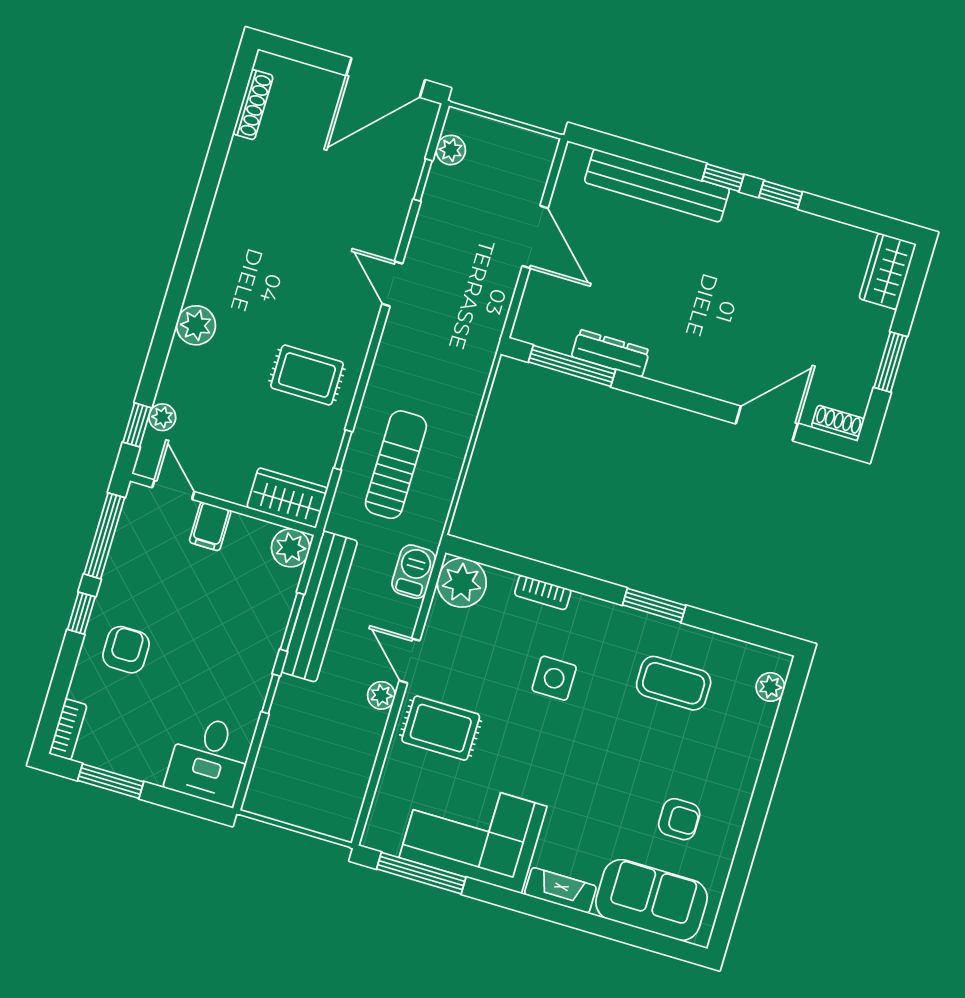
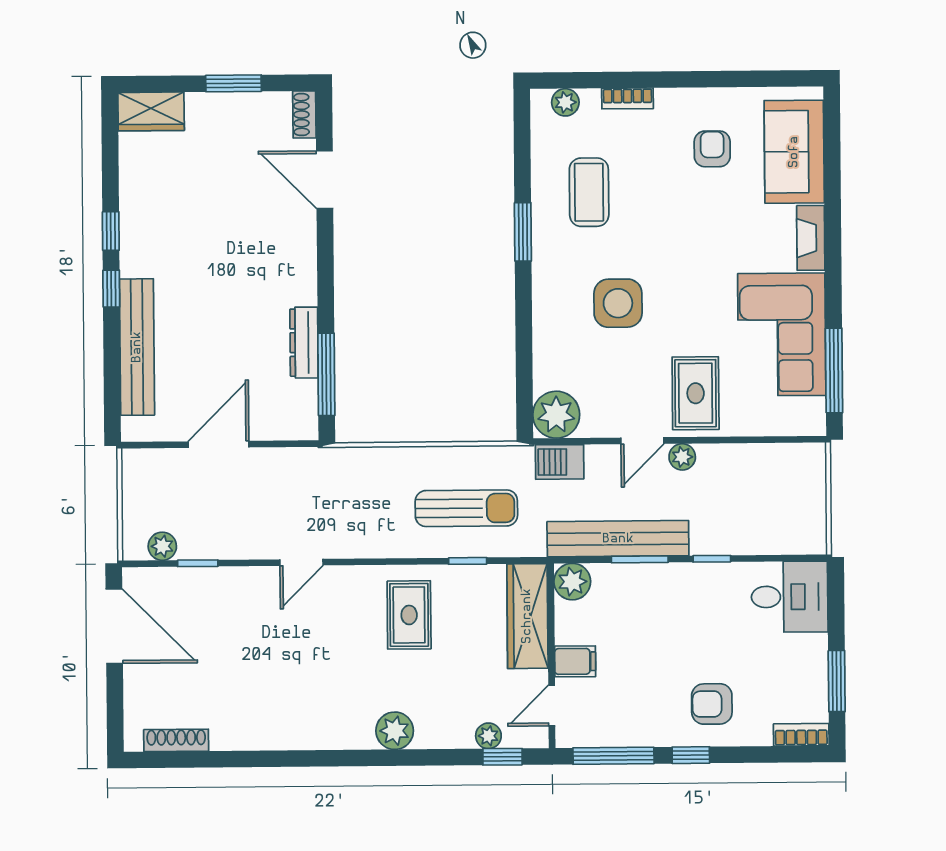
sun lounger: (396, 465) -> (466, 508), turned 180
wardrobe: (287, 498) -> (527, 616), width x1.50
bookcase: (543, 592) -> (628, 98), moved, turned 90
side table: (554, 678) -> (618, 303), width x1.37, depth x1.37

